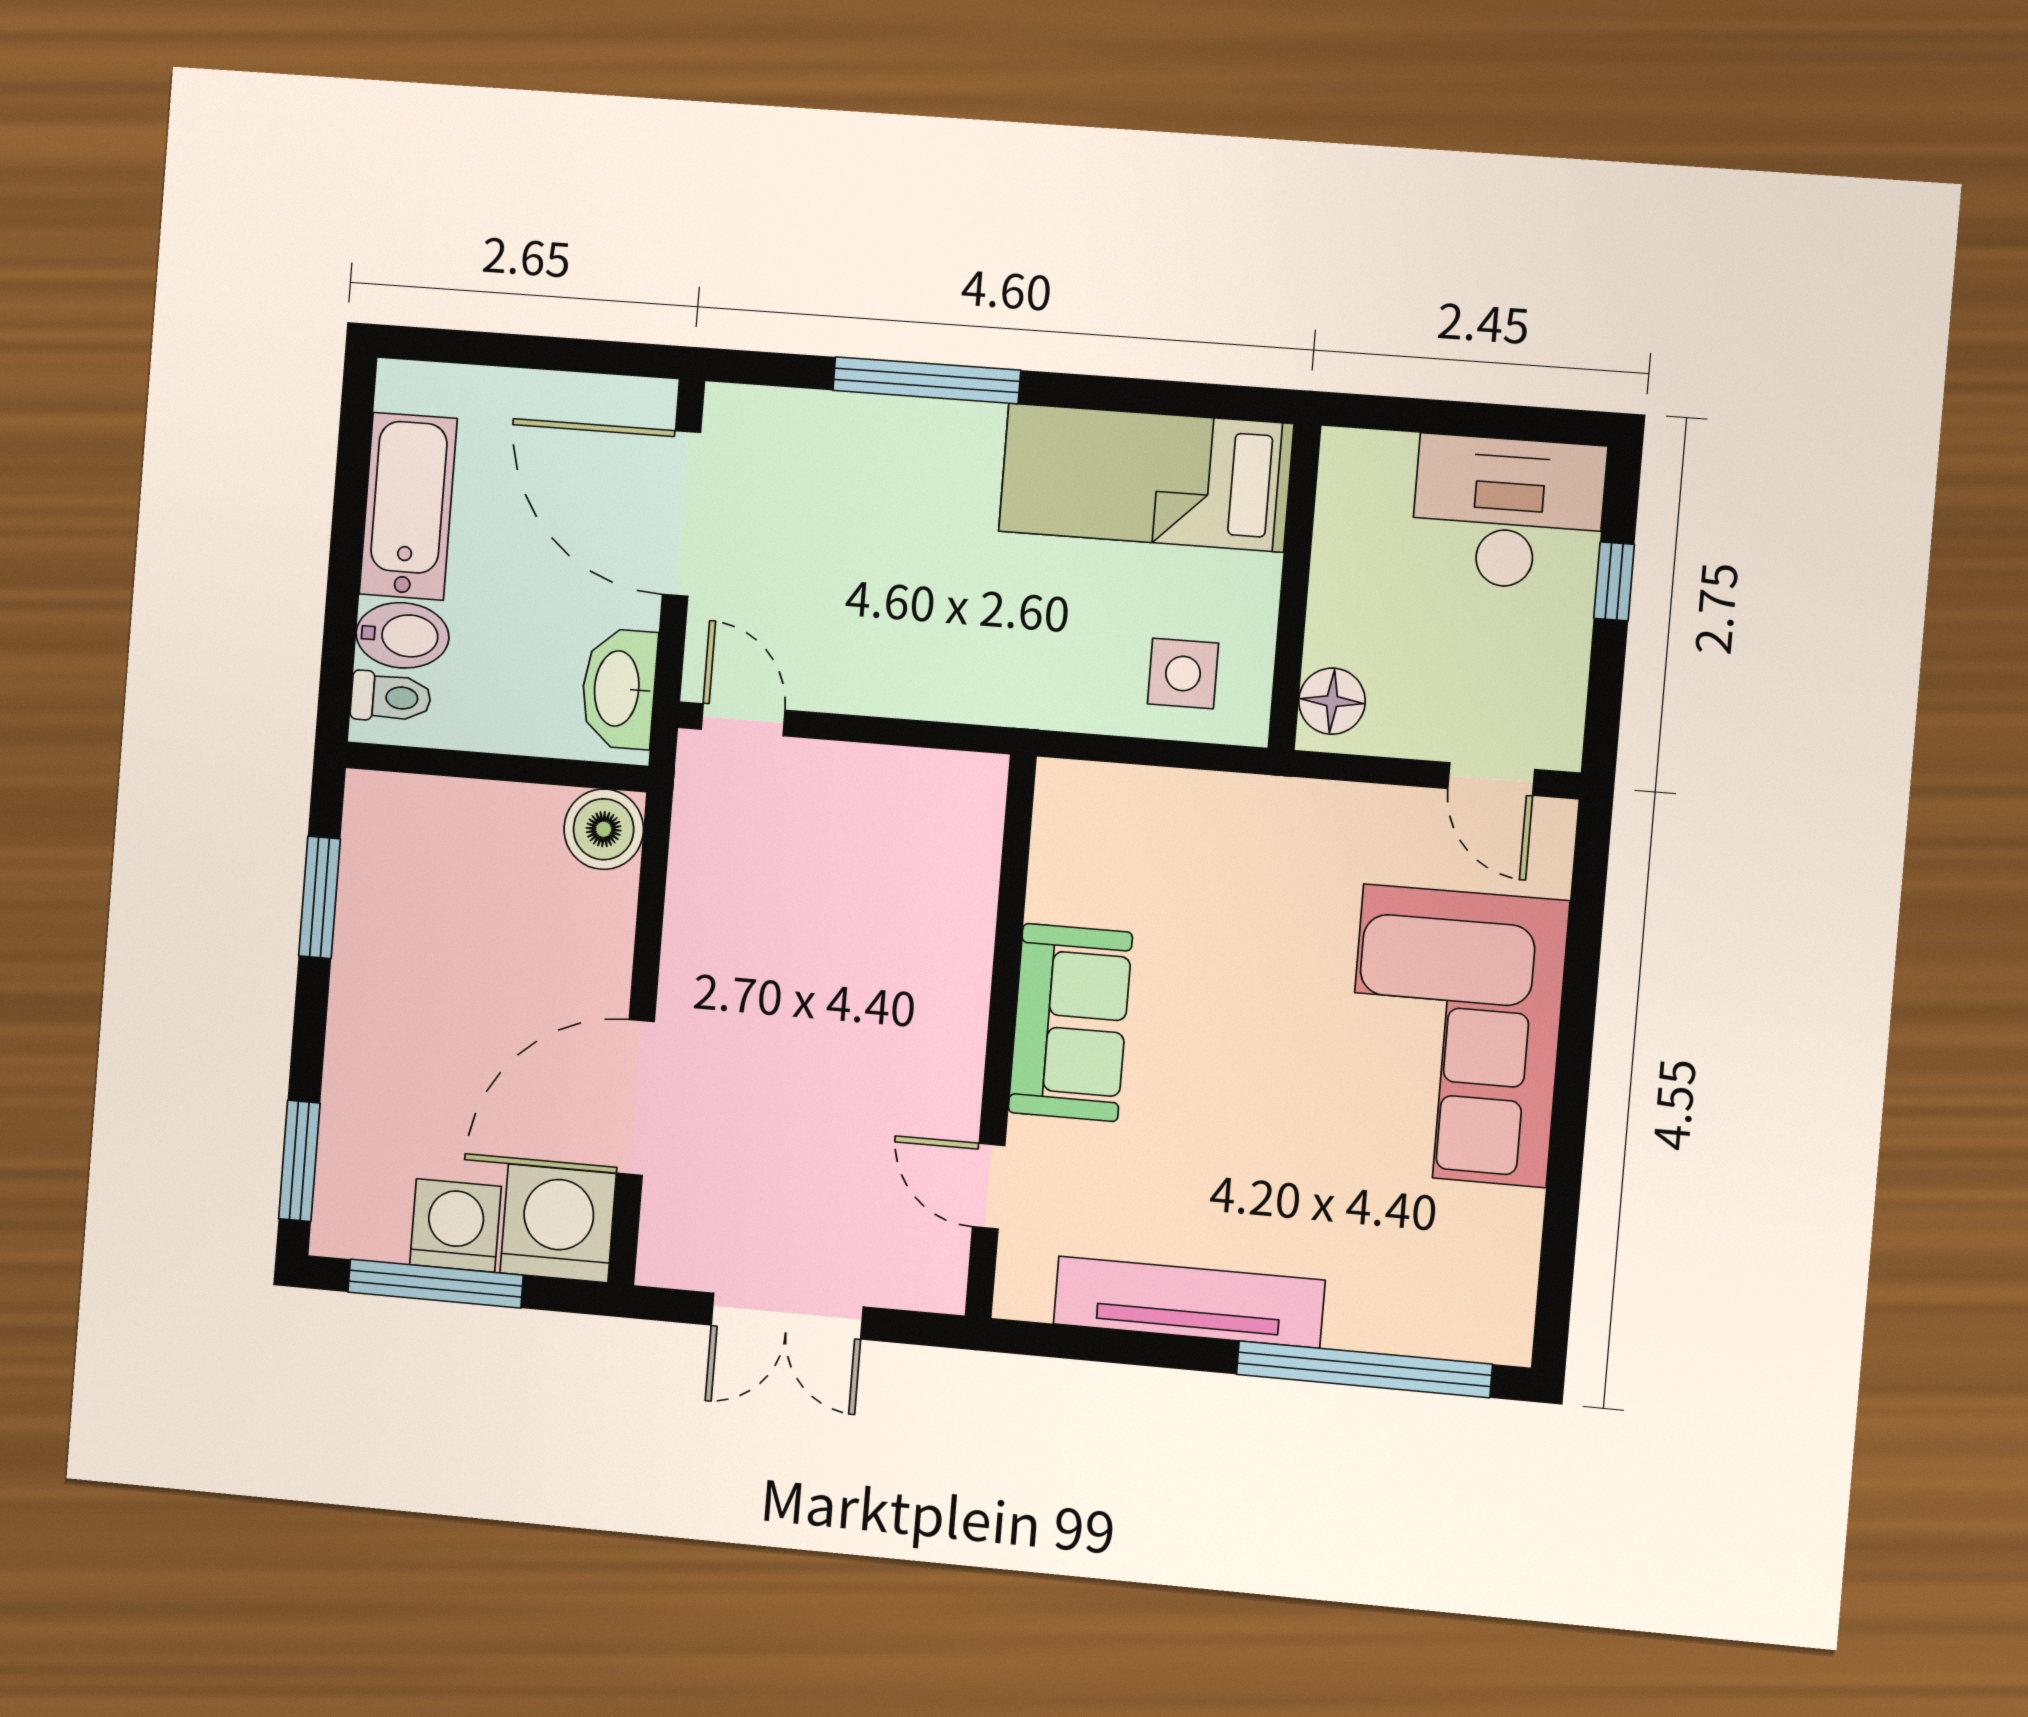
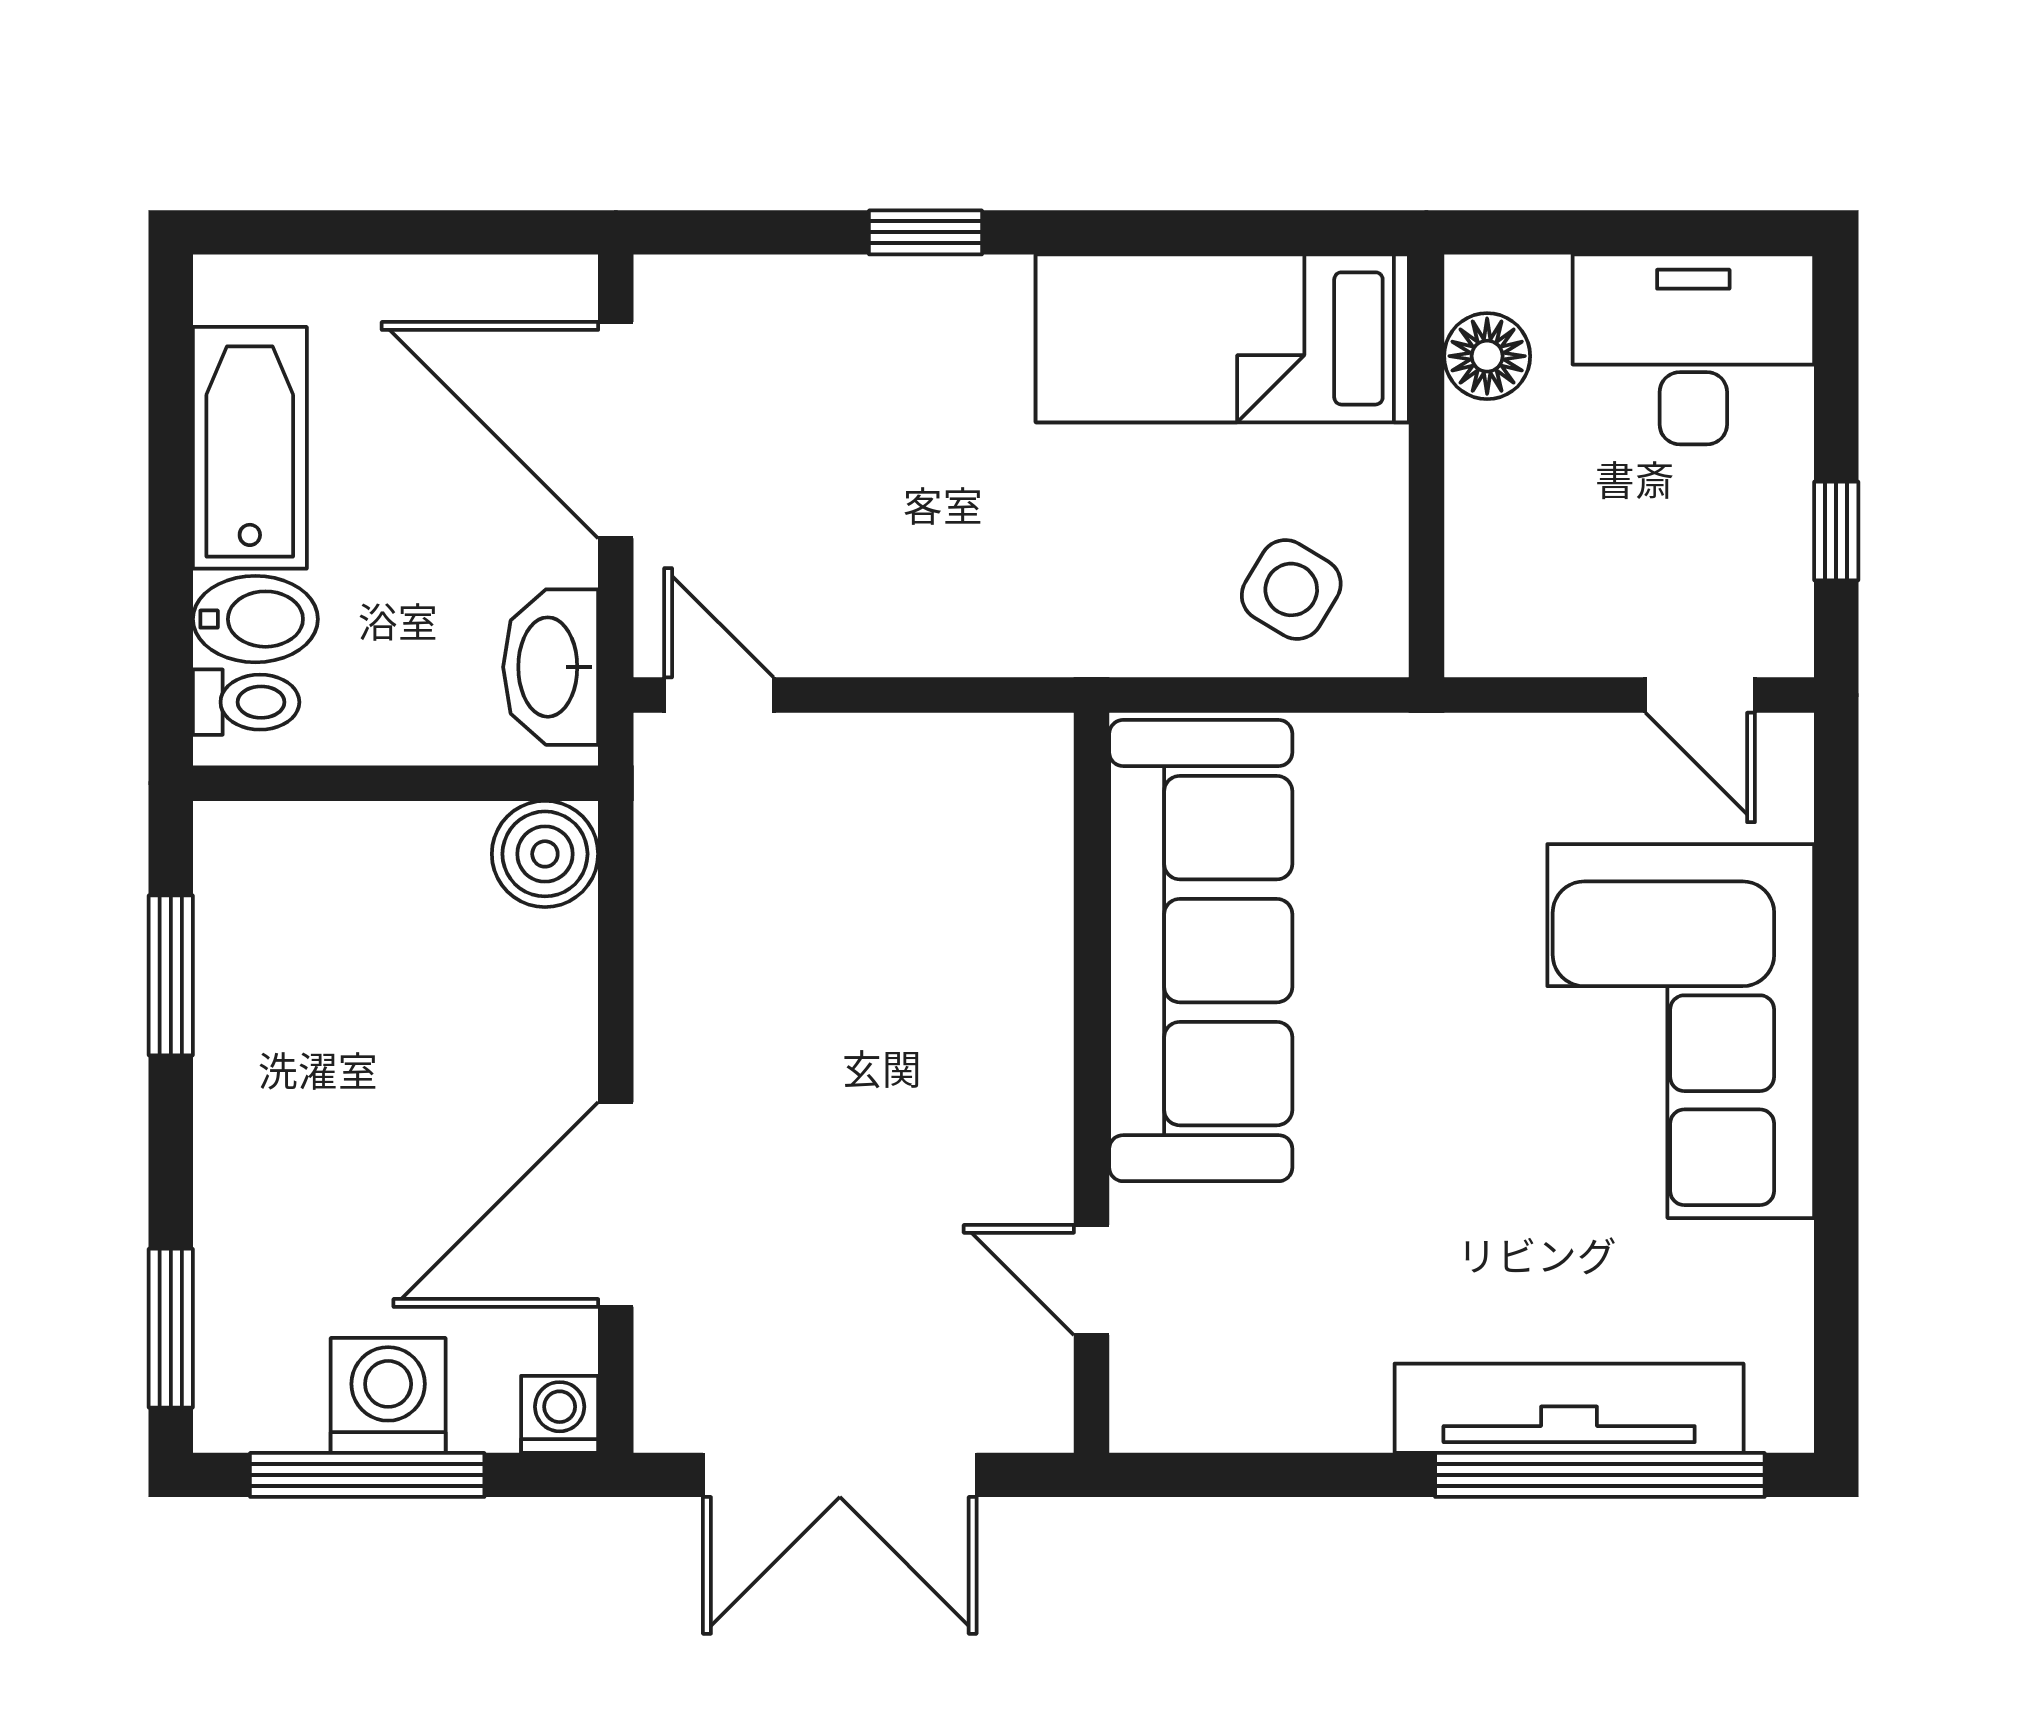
window: (927, 380) -> (925, 232), width x0.46
window: (1614, 581) -> (1836, 531), moved
side table: (1183, 673) -> (1291, 589), turned 31
floor lamp: (1332, 701) -> (1487, 356), moved
sofa: (1070, 1023) -> (1201, 951), width x1.85, depth x1.27
washing machine: (558, 1223) -> (560, 1414), width x0.53, depth x0.53
tv unit: (1189, 1302) -> (1569, 1408), moved
double door: (787, 1316) -> (840, 1475), width x1.37

